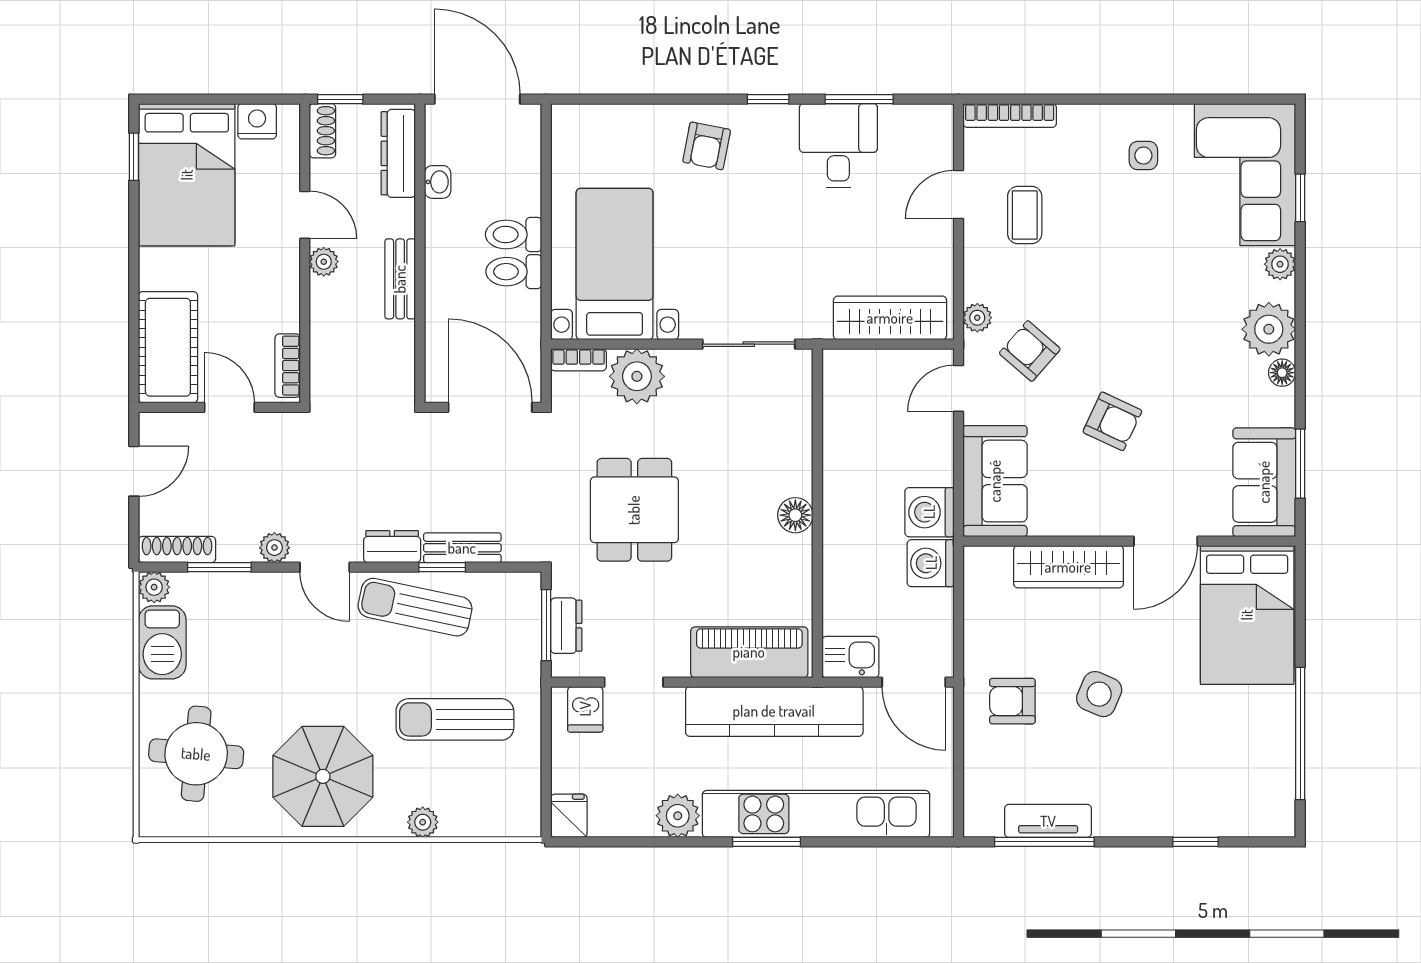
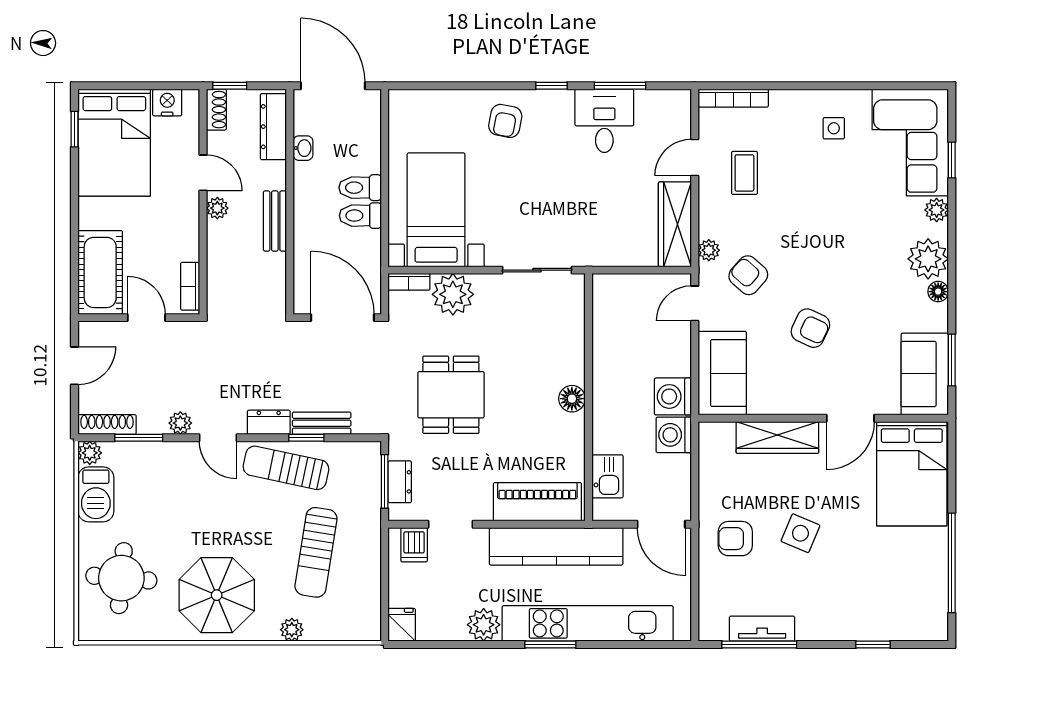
wardrobe: (890, 318) -> (675, 224), moved, turned -90
kitchen sink: (850, 657) -> (607, 476), moved, turned 90
sun lounger: (455, 719) -> (316, 552), turned -81

